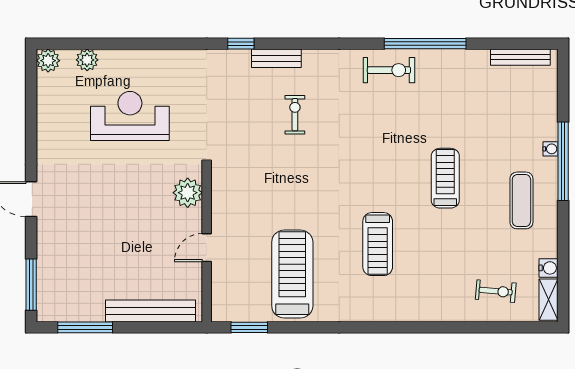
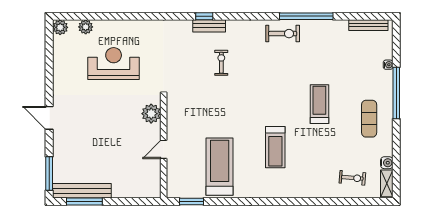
window: (241, 44) -> (204, 16), moved
water cooler: (550, 149) -> (388, 65), moved
bench: (150, 311) -> (82, 191), moved

